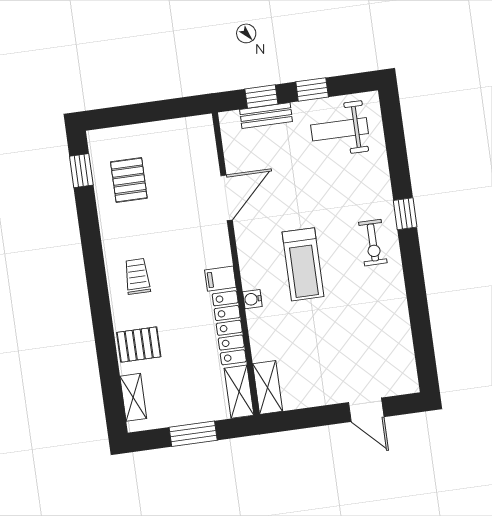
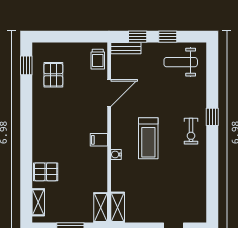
bench: (266, 116) -> (126, 48), moved
trolley: (137, 276) -> (98, 59), moved, turned 180
locker: (229, 328) -> (100, 169), removed

